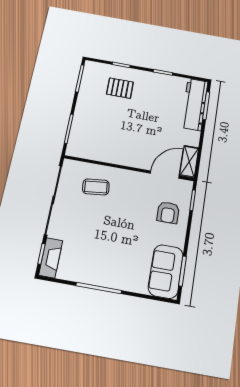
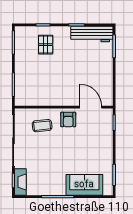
pallet: (120, 88) -> (46, 45), turned 90
workbench: (195, 104) -> (92, 34), moved, turned -90
shelving: (189, 162) -> (107, 94), removed
door: (165, 175) -> (91, 107), hinge flipped
armchair: (168, 213) -> (68, 120), moved
sofa: (166, 271) -> (84, 185), moved, turned 90

